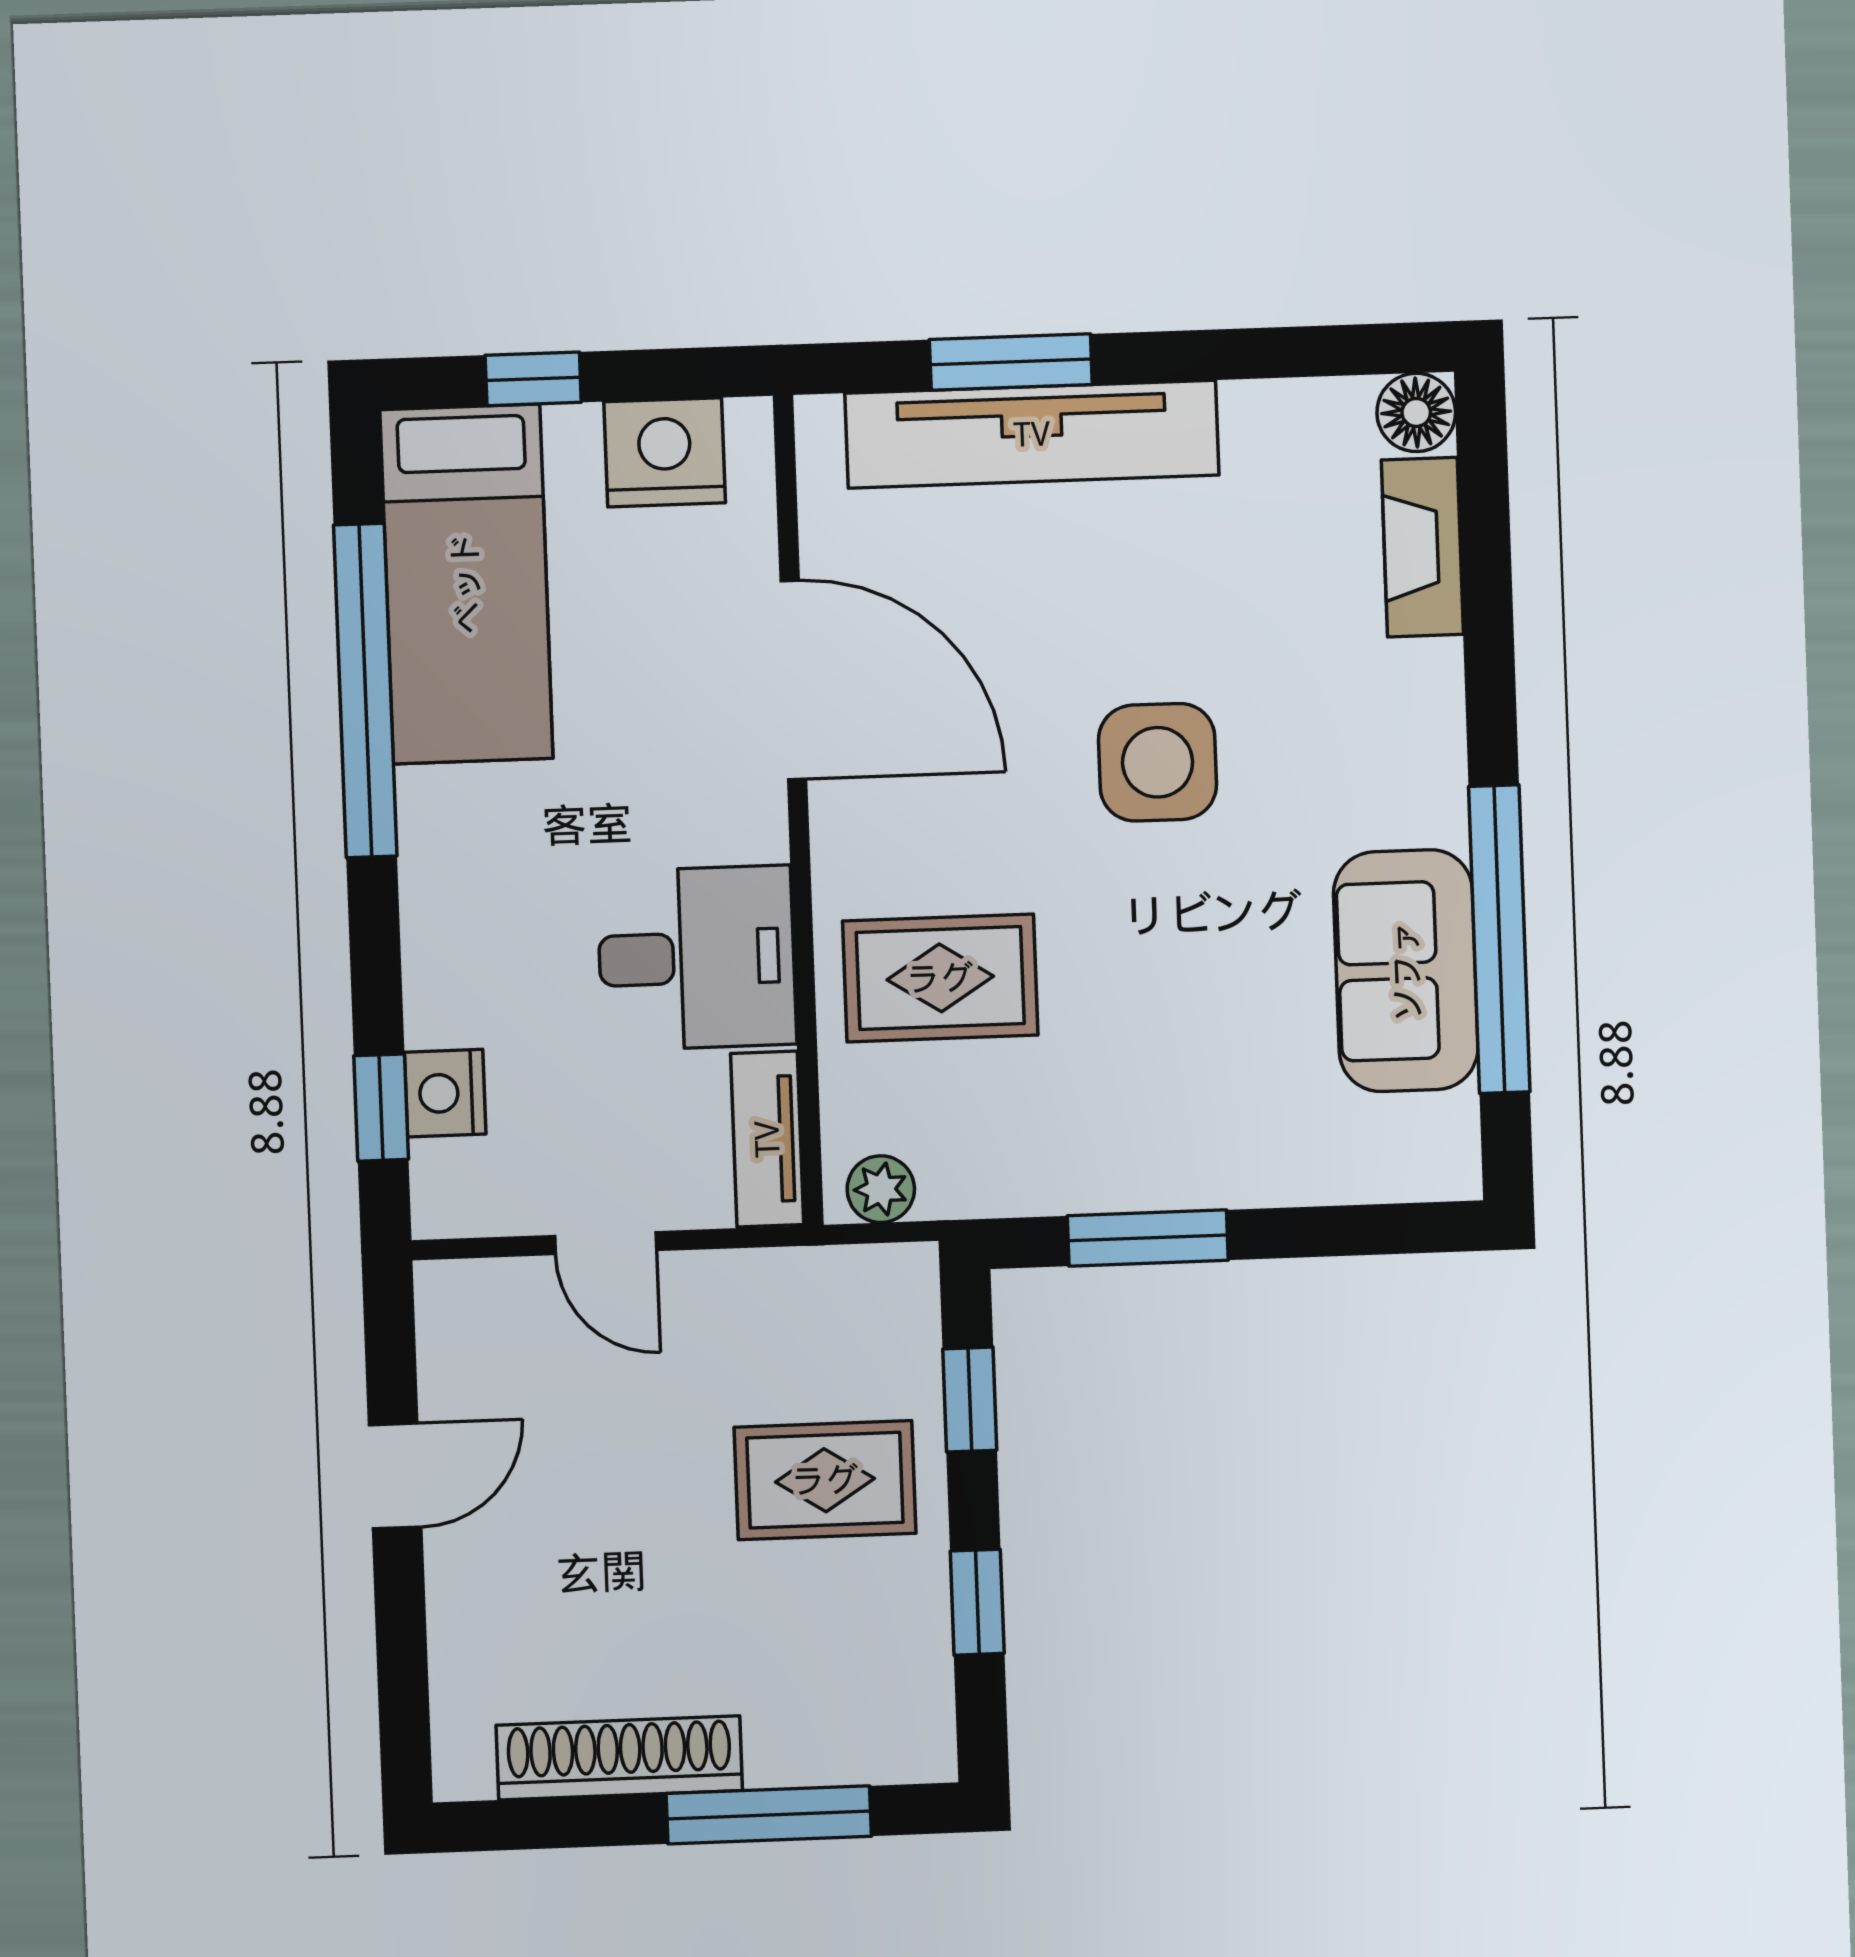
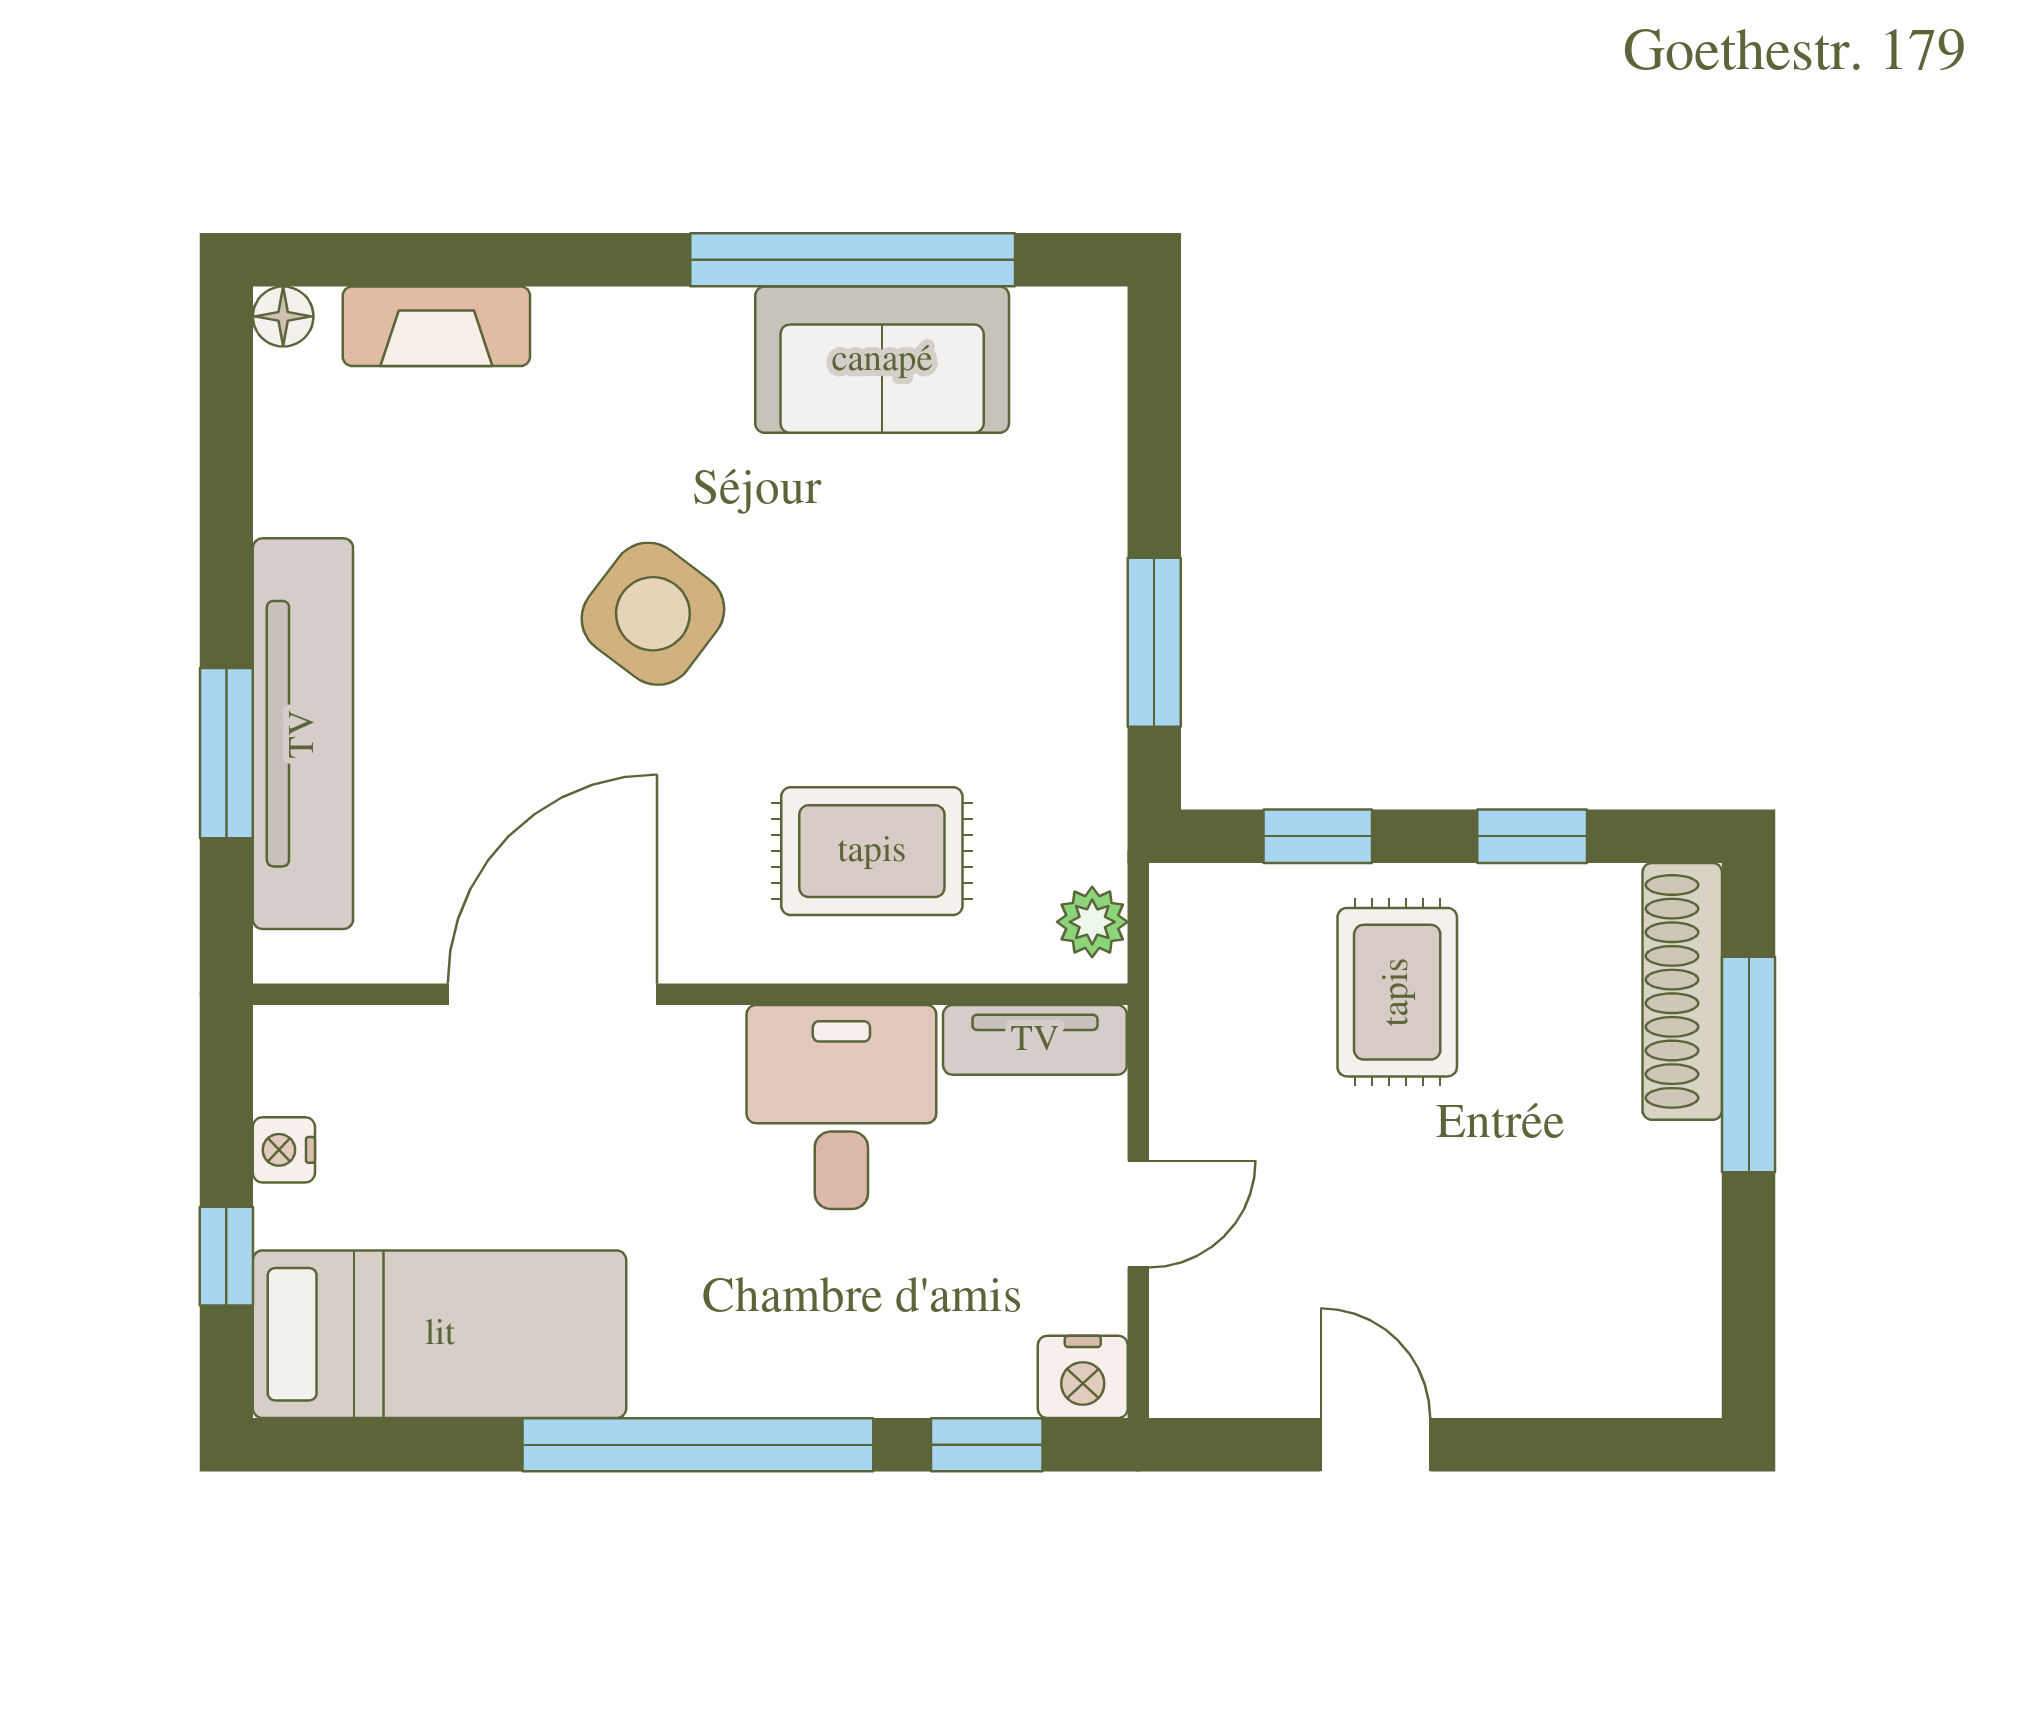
floor lamp: (1416, 412) -> (283, 316), width x0.73, depth x0.73
nightstand: (665, 452) -> (284, 1150), width x0.53, depth x0.56
window: (365, 691) -> (698, 1445), moved
side table: (1158, 762) -> (653, 614), turned 37
rug: (940, 978) -> (872, 851), turned 90
nightstand: (445, 1093) -> (1083, 1377), moved
shoe rack: (619, 1758) -> (1682, 991), moved

